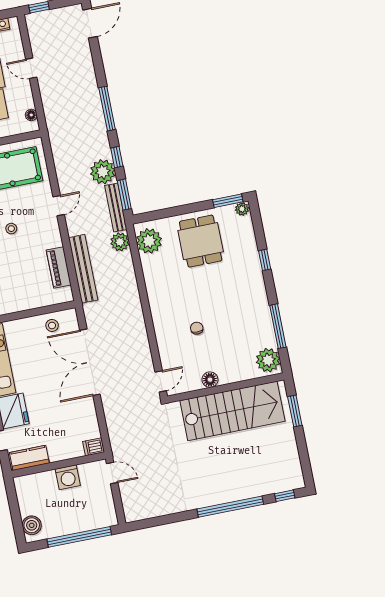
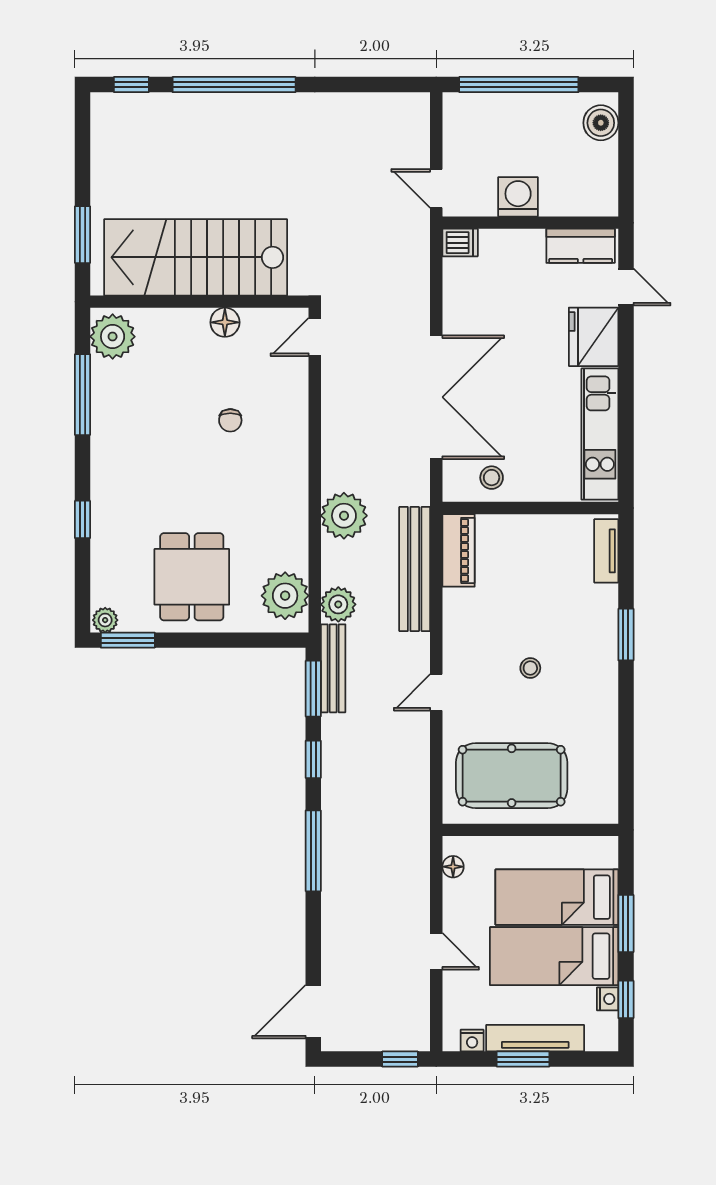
plant: (103, 172) -> (344, 516), moved
piano: (59, 268) -> (459, 550), moved

